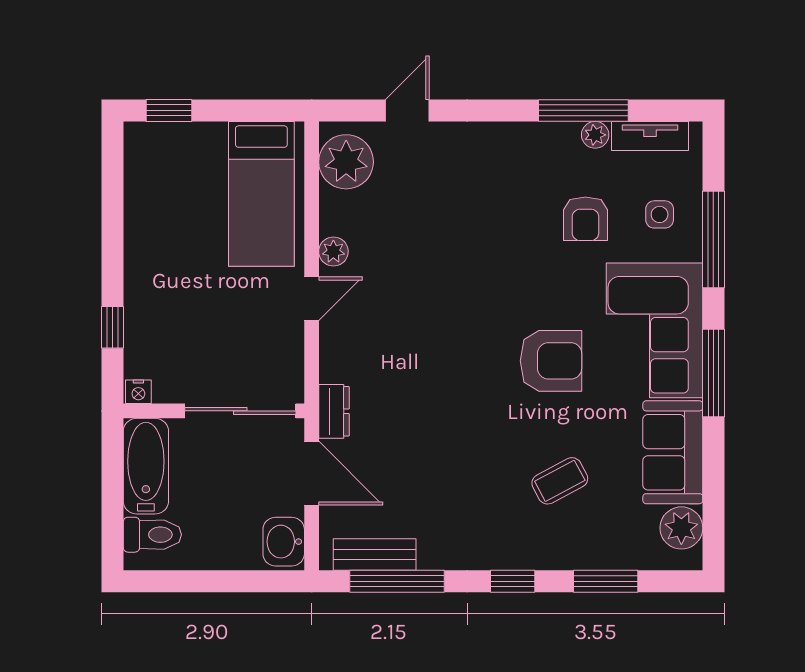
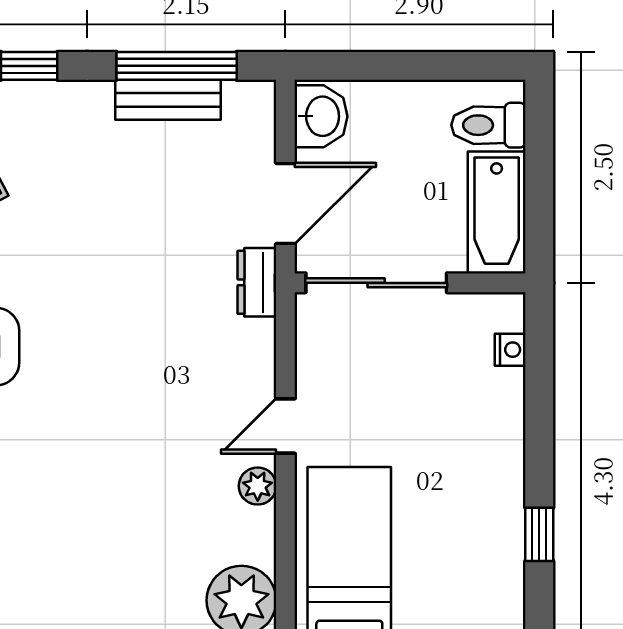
window: (112, 327) -> (539, 534), moved
nightstand: (138, 392) -> (510, 350), moved, turned 90
door: (312, 473) -> (285, 204), swing flipped
bench: (375, 555) -> (168, 100), moved

